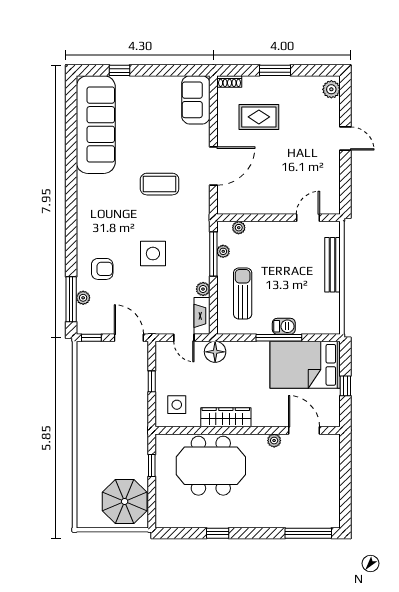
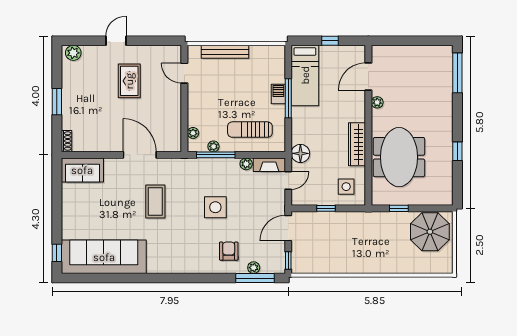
window: (119, 70) -> (57, 253), moved
rug: (259, 117) -> (129, 81), moved
bed: (305, 365) -> (305, 75), width x0.67

